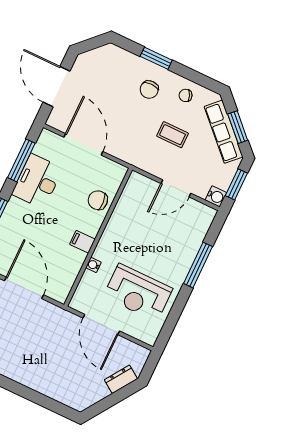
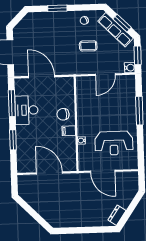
chair: (149, 90) -> (62, 27), removed
chair: (98, 200) -> (63, 114), moved
dresser: (121, 379) -> (117, 215), moved

